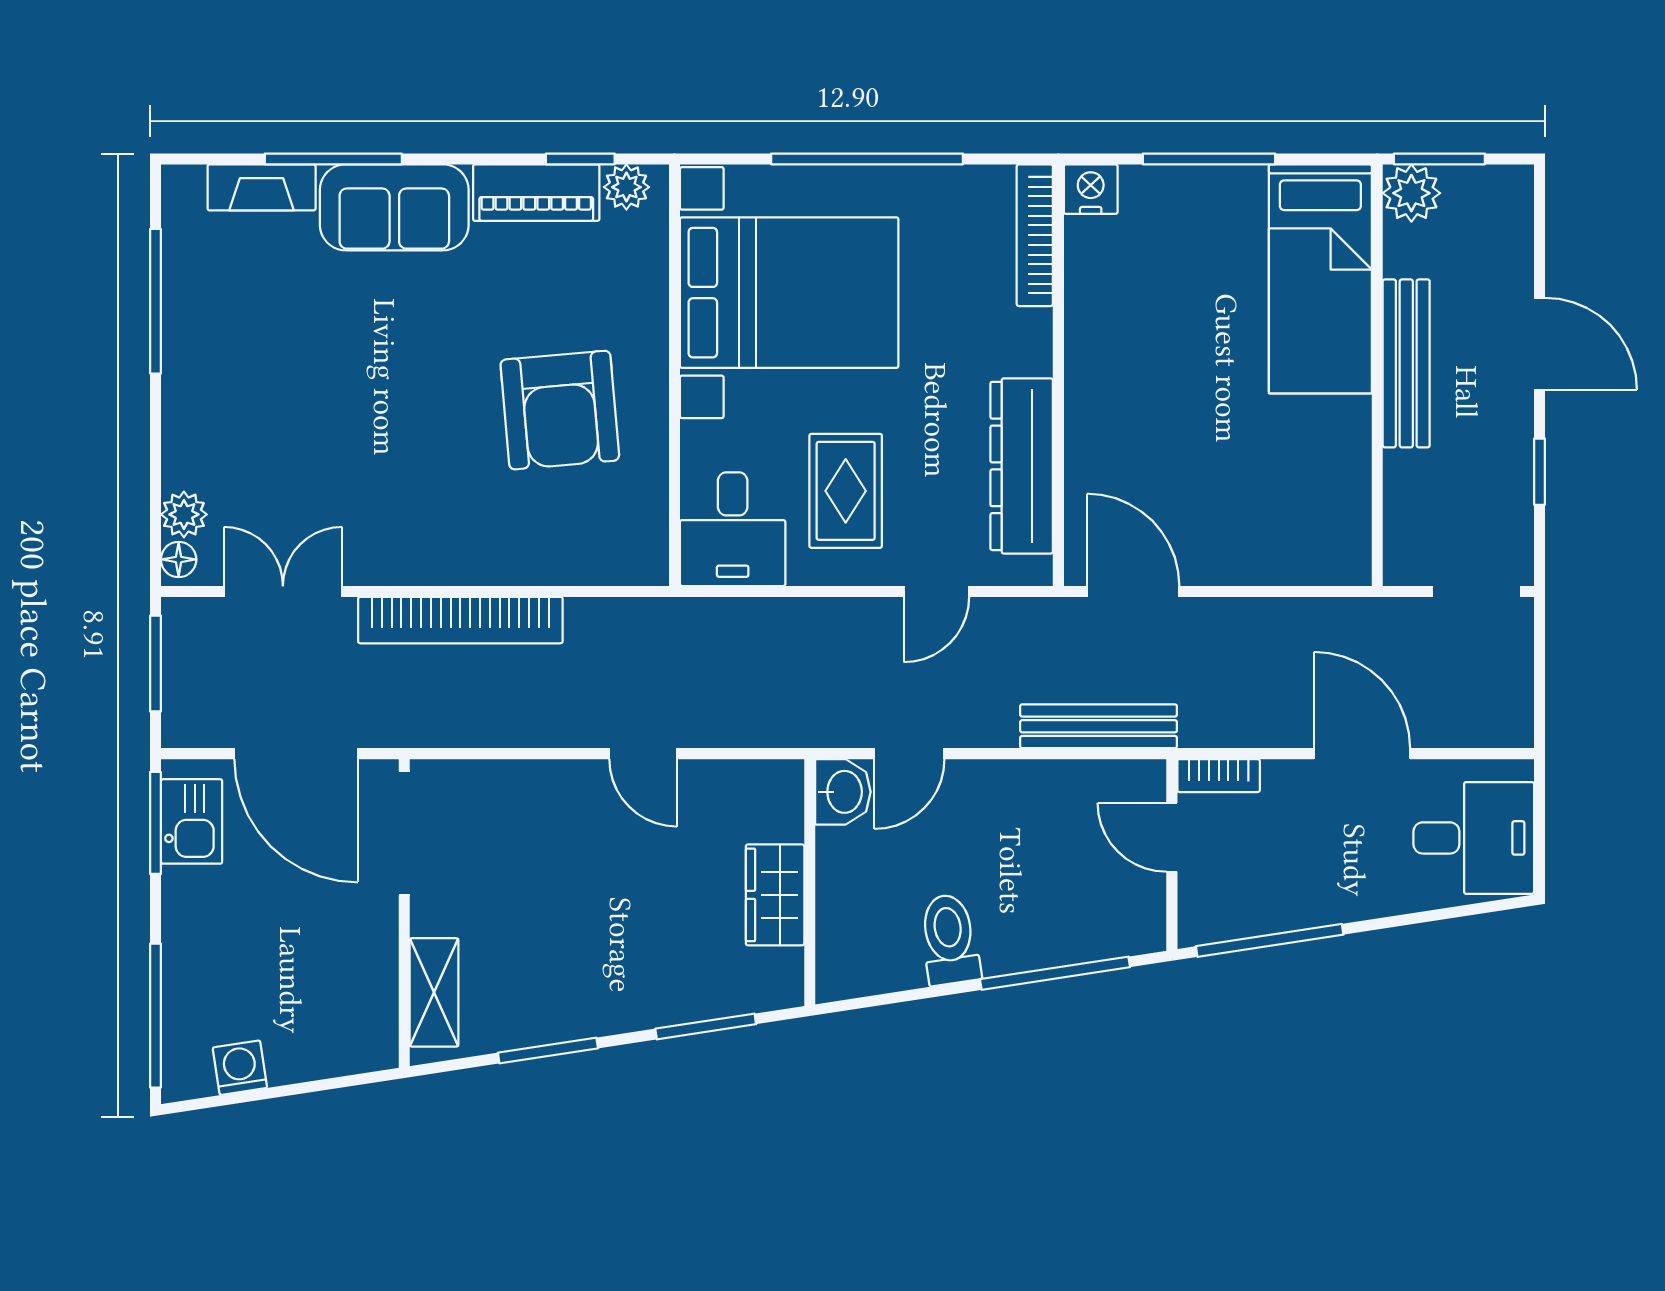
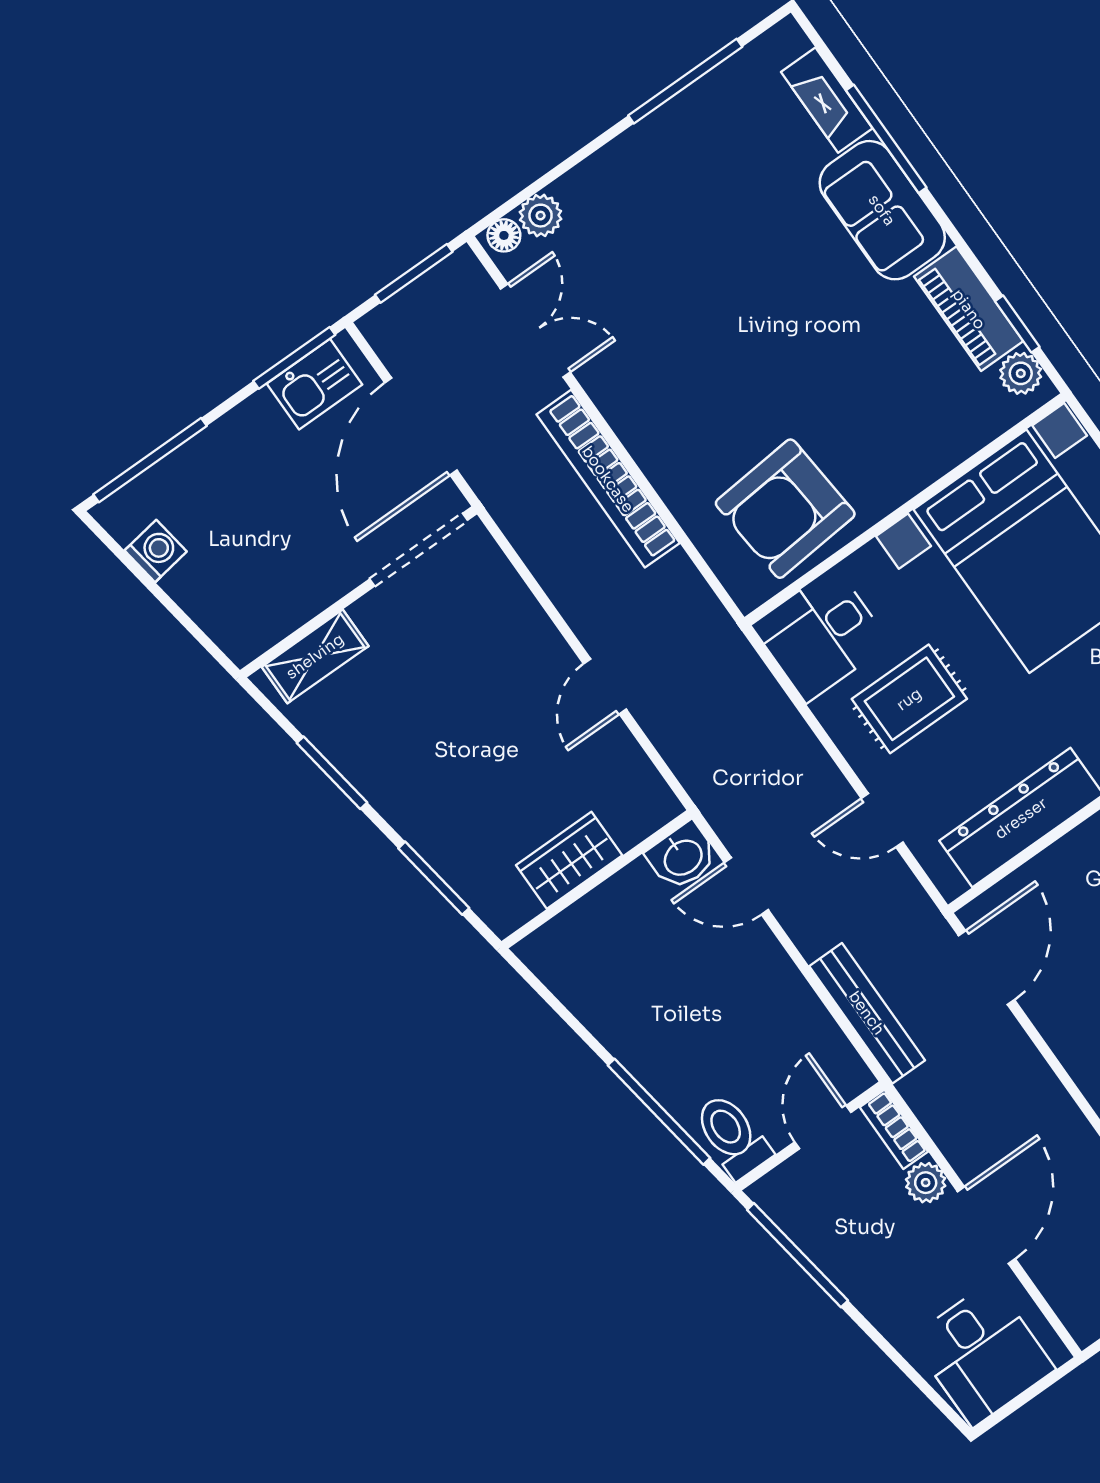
armchair: (560, 410) -> (785, 509), moved
plant: (1286, 781) -> (926, 1183), added
toilet: (949, 939) -> (732, 1136), moved, turned -81

